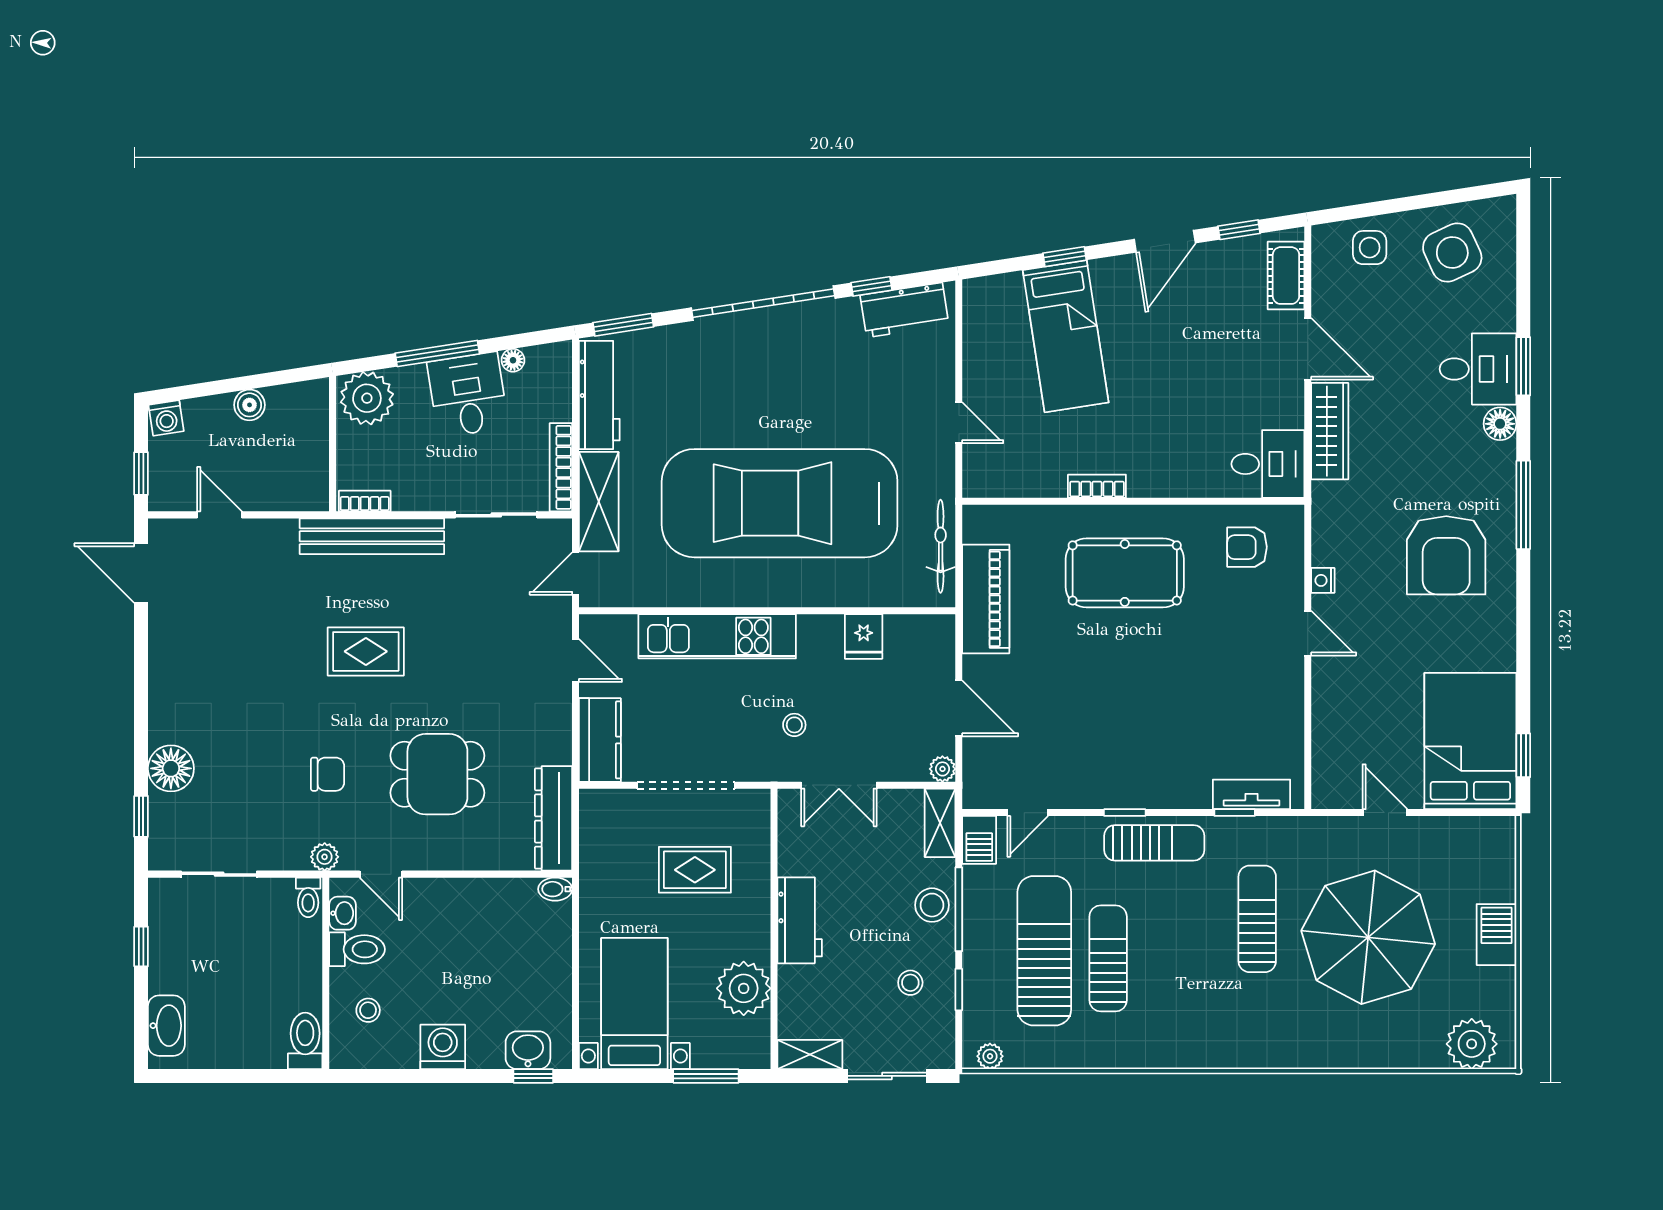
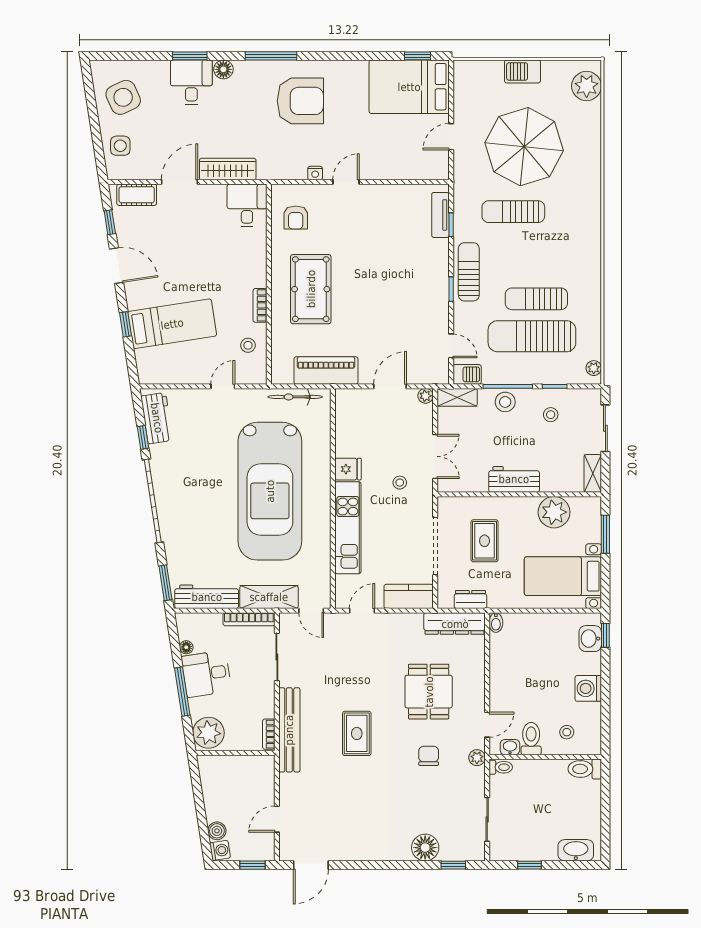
boiler: (249, 405) -> (217, 831), moved
stool: (1029, 466) -> (248, 345), added
fridge: (864, 636) -> (348, 469), moved
dresser: (595, 846) -> (470, 600), added

